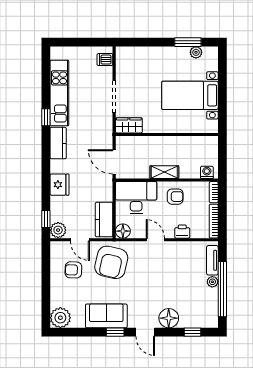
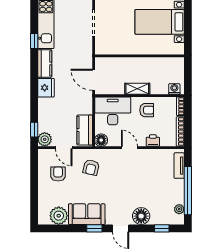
wardrobe: (129, 125) -> (106, 48), removed
fridge: (59, 185) -> (46, 88), moved
armchair: (111, 262) -> (91, 167), width x0.53, depth x0.53
armchair: (73, 270) -> (58, 174), turned 88
plant: (212, 282) -> (179, 209), moved
plant: (60, 318) -> (59, 216), moved

